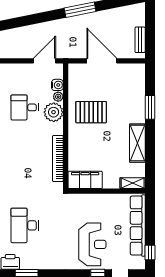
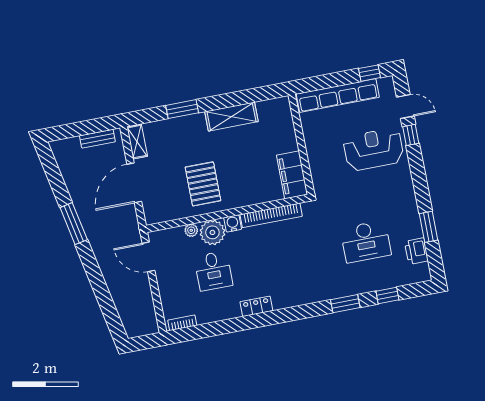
water cooler: (57, 85) -> (233, 223), moved
shelving: (133, 183) -> (137, 142), moved

